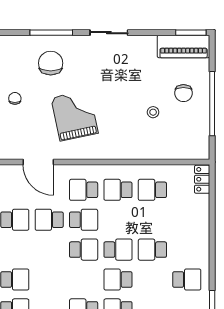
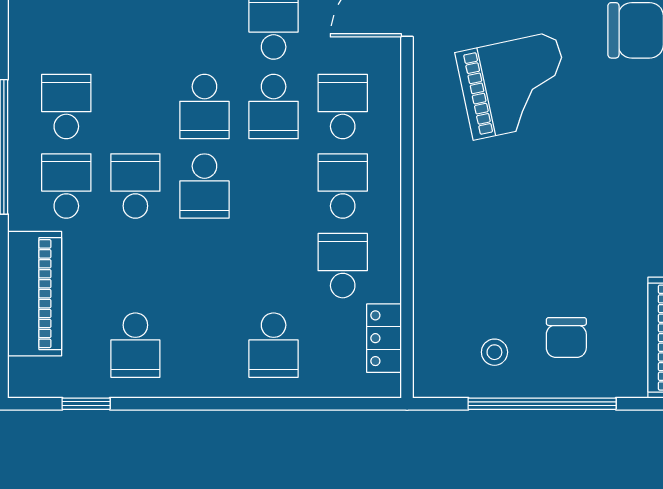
chair: (183, 93) -> (566, 337), turned -90
stool: (153, 112) -> (494, 352), moved
locker: (202, 179) -> (384, 338), moved, turned -90
school desk: (152, 250) -> (274, 345), moved, turned 180

